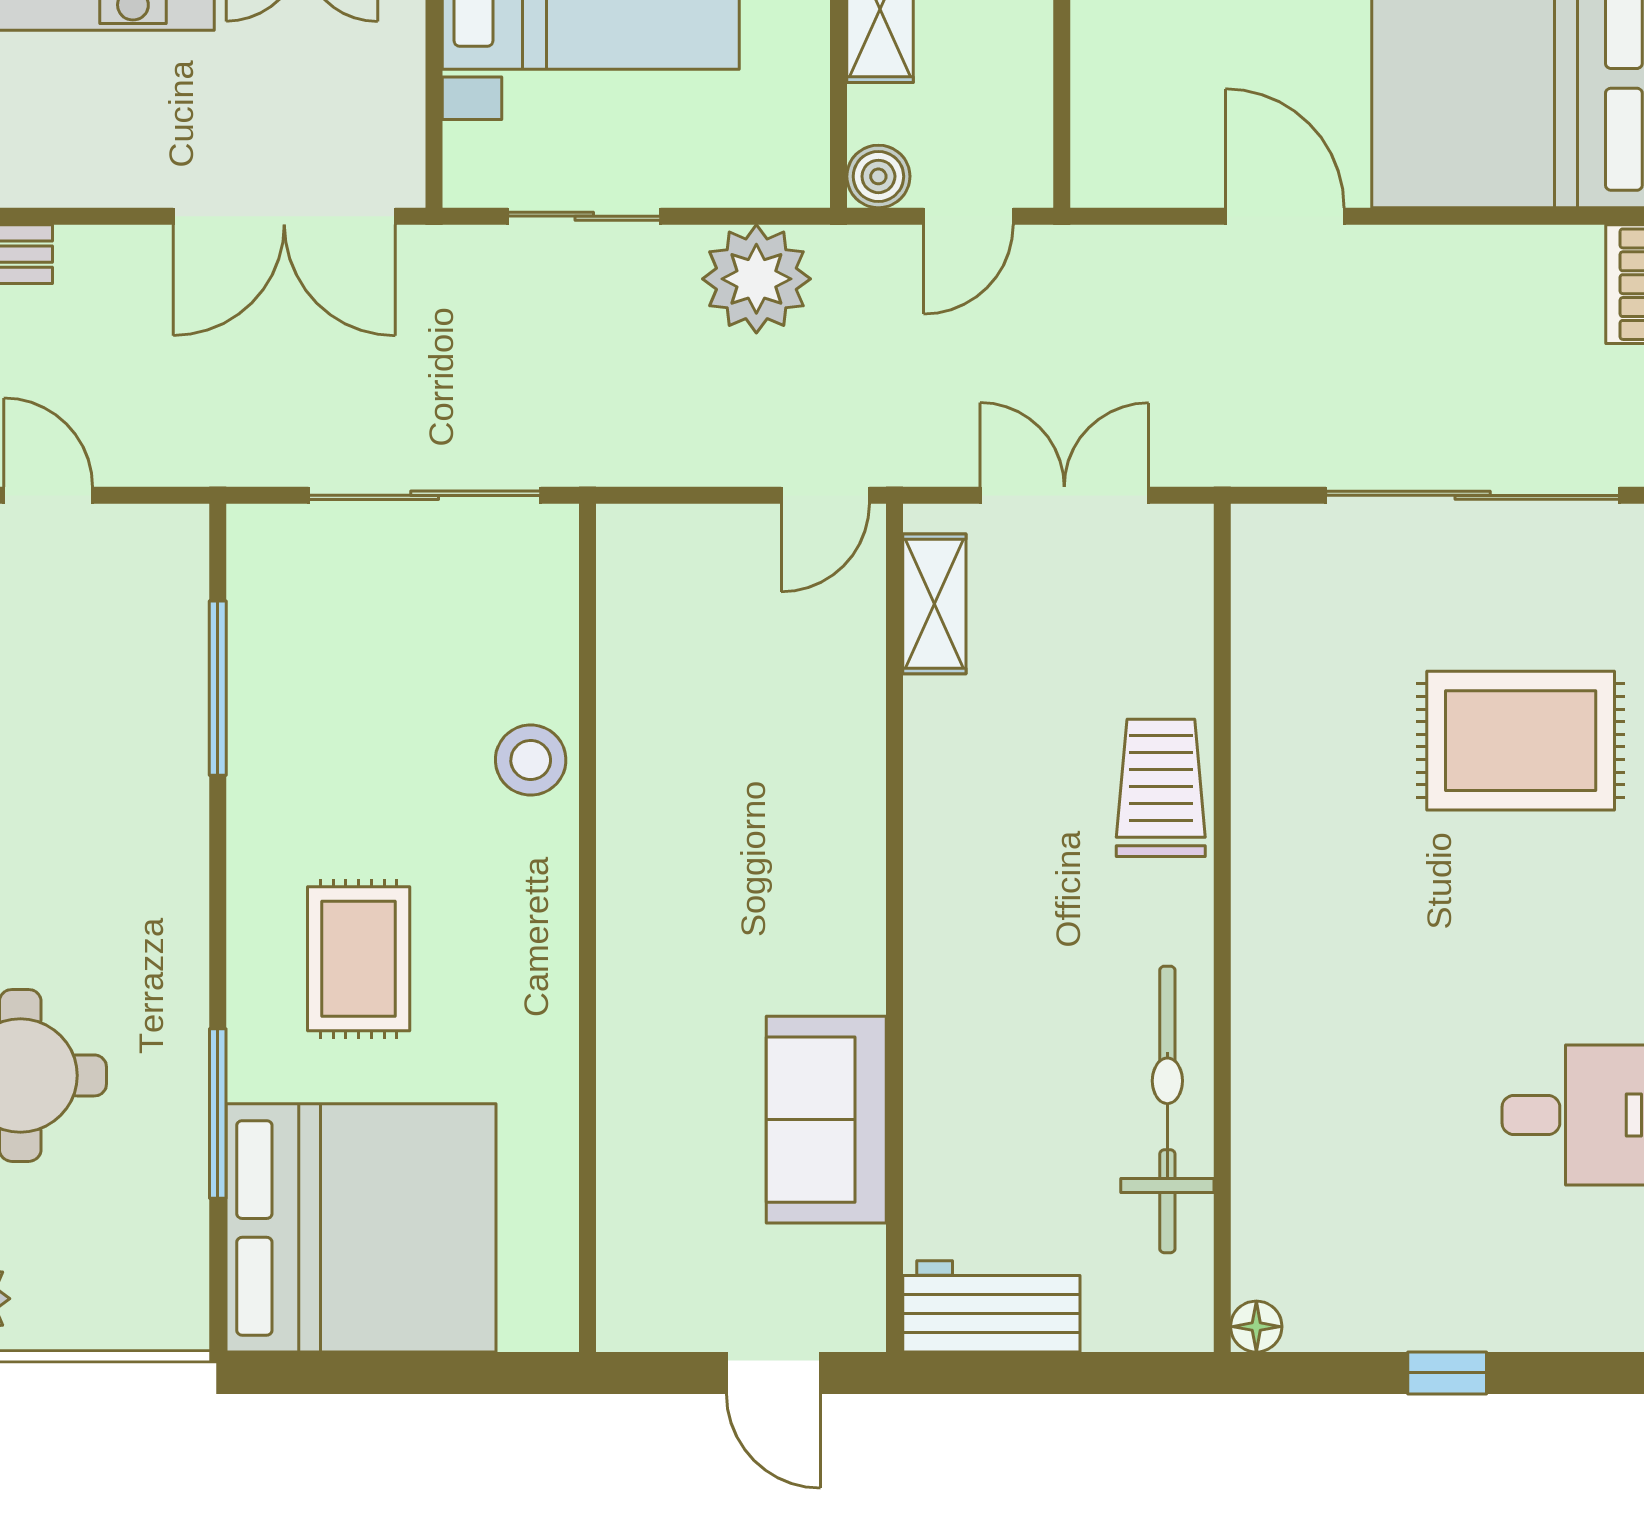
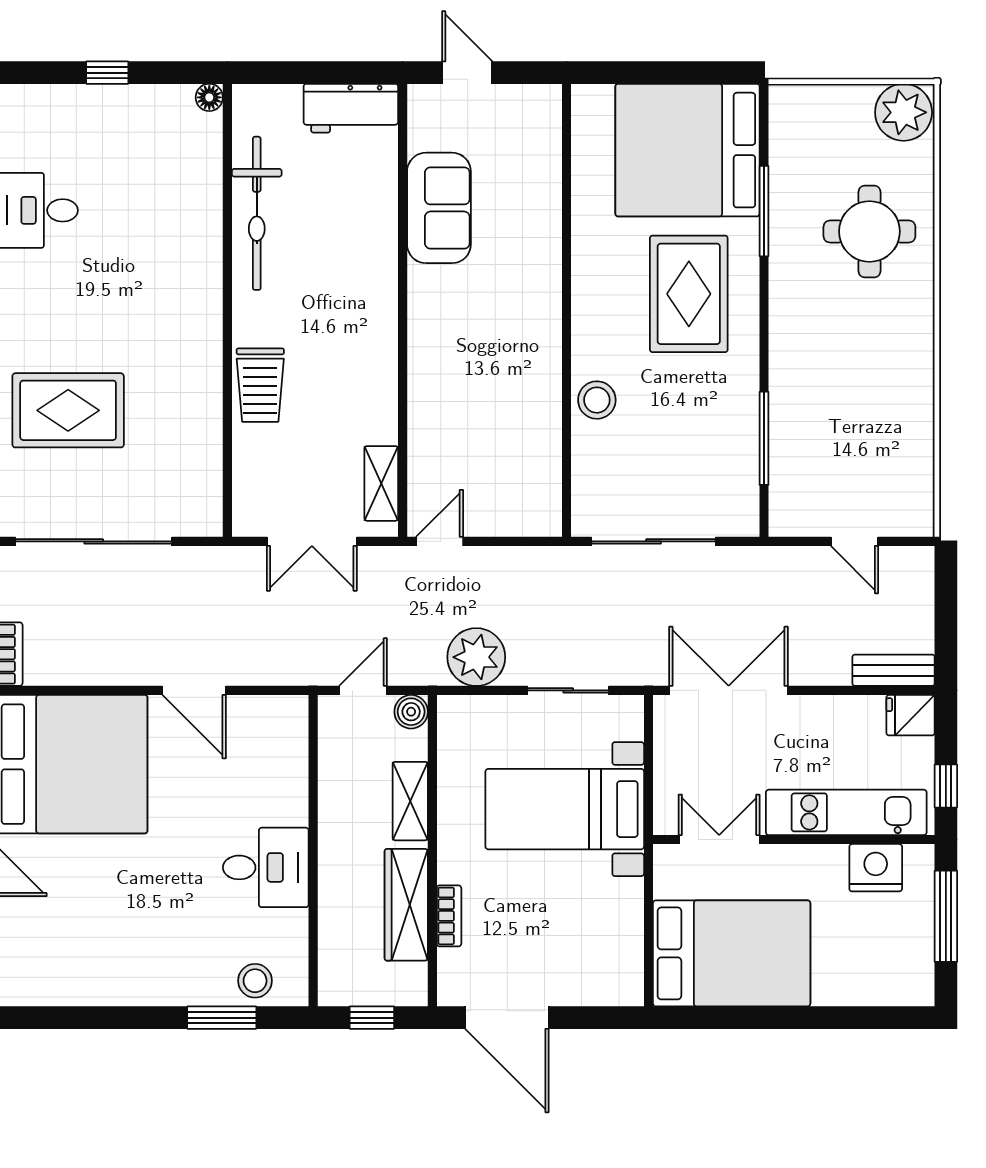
rug: (359, 959) -> (689, 294), width x1.36, depth x1.43

